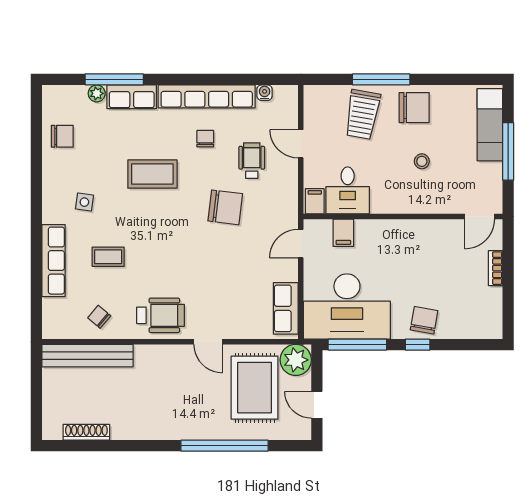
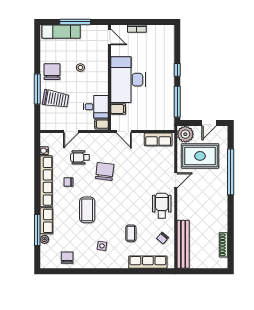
row of seats: (54, 261) -> (148, 262), moved
desk: (347, 306) -> (128, 80), moved, turned 180
chair: (424, 320) -> (164, 66), removed

